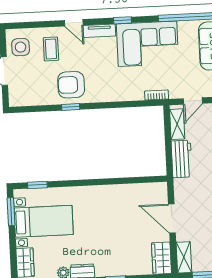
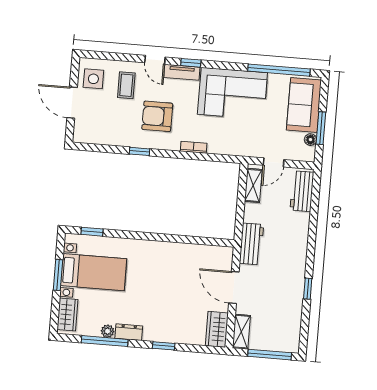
window: (122, 20) -> (191, 63), moved
armchair: (71, 85) -> (157, 116), moved
bookcase: (157, 95) -> (194, 147), moved
workbench: (182, 159) -> (251, 244), moved
window: (11, 212) -> (58, 275), moved

